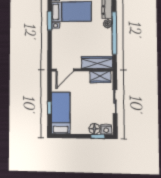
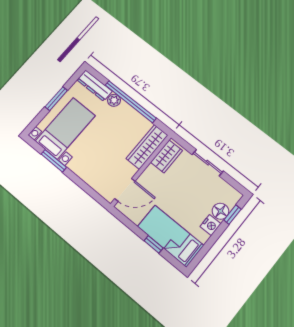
door: (65, 70) -> (125, 190), hinge flipped
nightstand: (106, 129) -> (210, 225), moved

